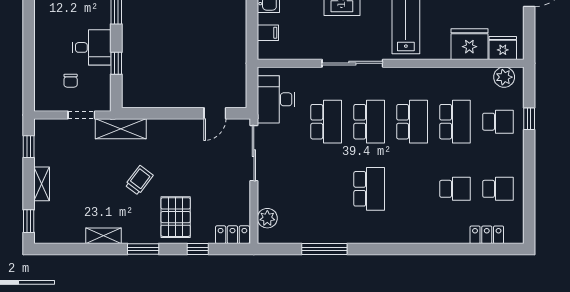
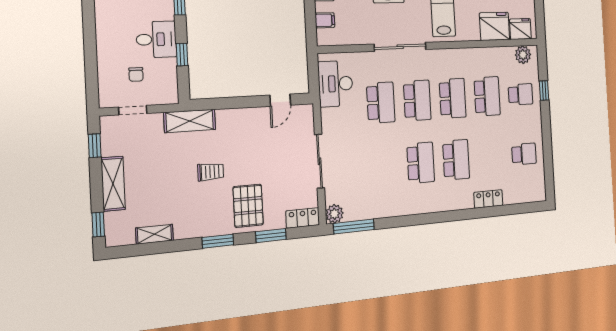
doorway: (81, 115) -> (133, 110), moved
sliding door: (254, 153) -> (319, 161), moved
trolley: (139, 180) -> (211, 172), turned 53
shelving: (42, 184) -> (113, 184), width x1.50, depth x1.33
school desk: (455, 189) -> (456, 160), moved, width x1.85
plant: (267, 218) -> (334, 214), moved
locker: (487, 235) -> (488, 199), moved
shelving: (104, 236) -> (155, 234), moved
window: (198, 249) -> (271, 235), width x1.50
window: (324, 249) -> (354, 226), moved

